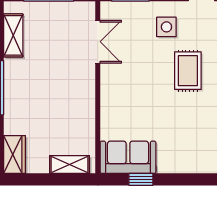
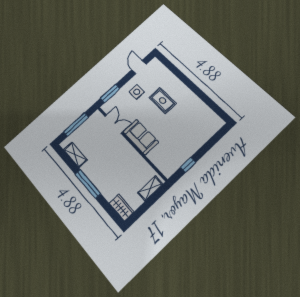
sofa: (128, 157) -> (141, 137), moved, turned 90

